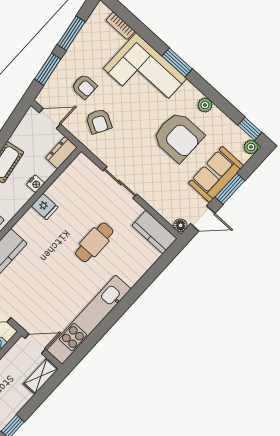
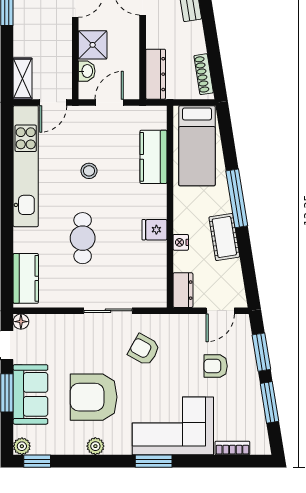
armchair: (99, 121) -> (144, 350), moved
kitchen counter: (154, 232) -> (26, 278), moved, turned 90
stool: (52, 281) -> (89, 171), added

